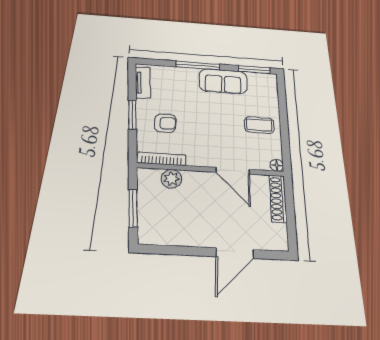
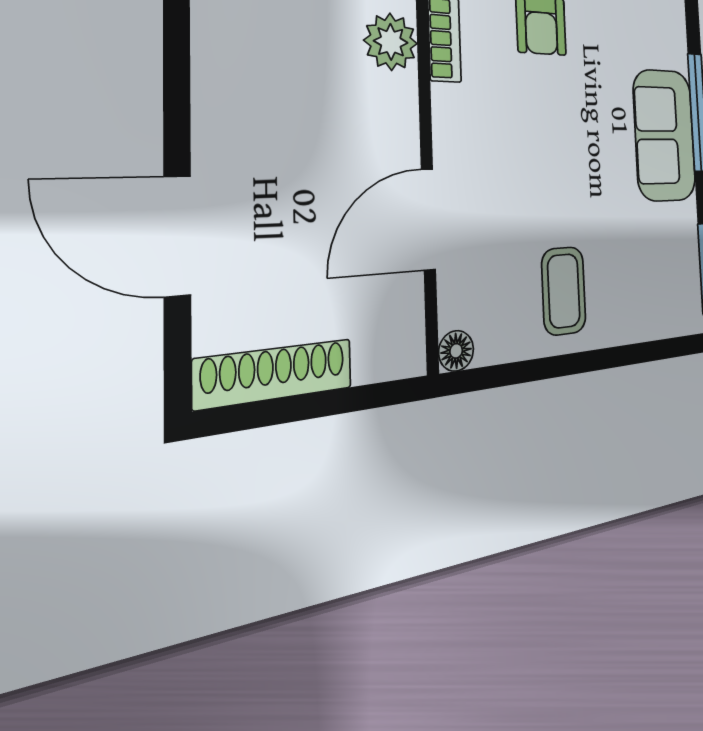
sofa: (223, 81) -> (665, 135), moved
shoe rack: (278, 198) -> (274, 374), moved

